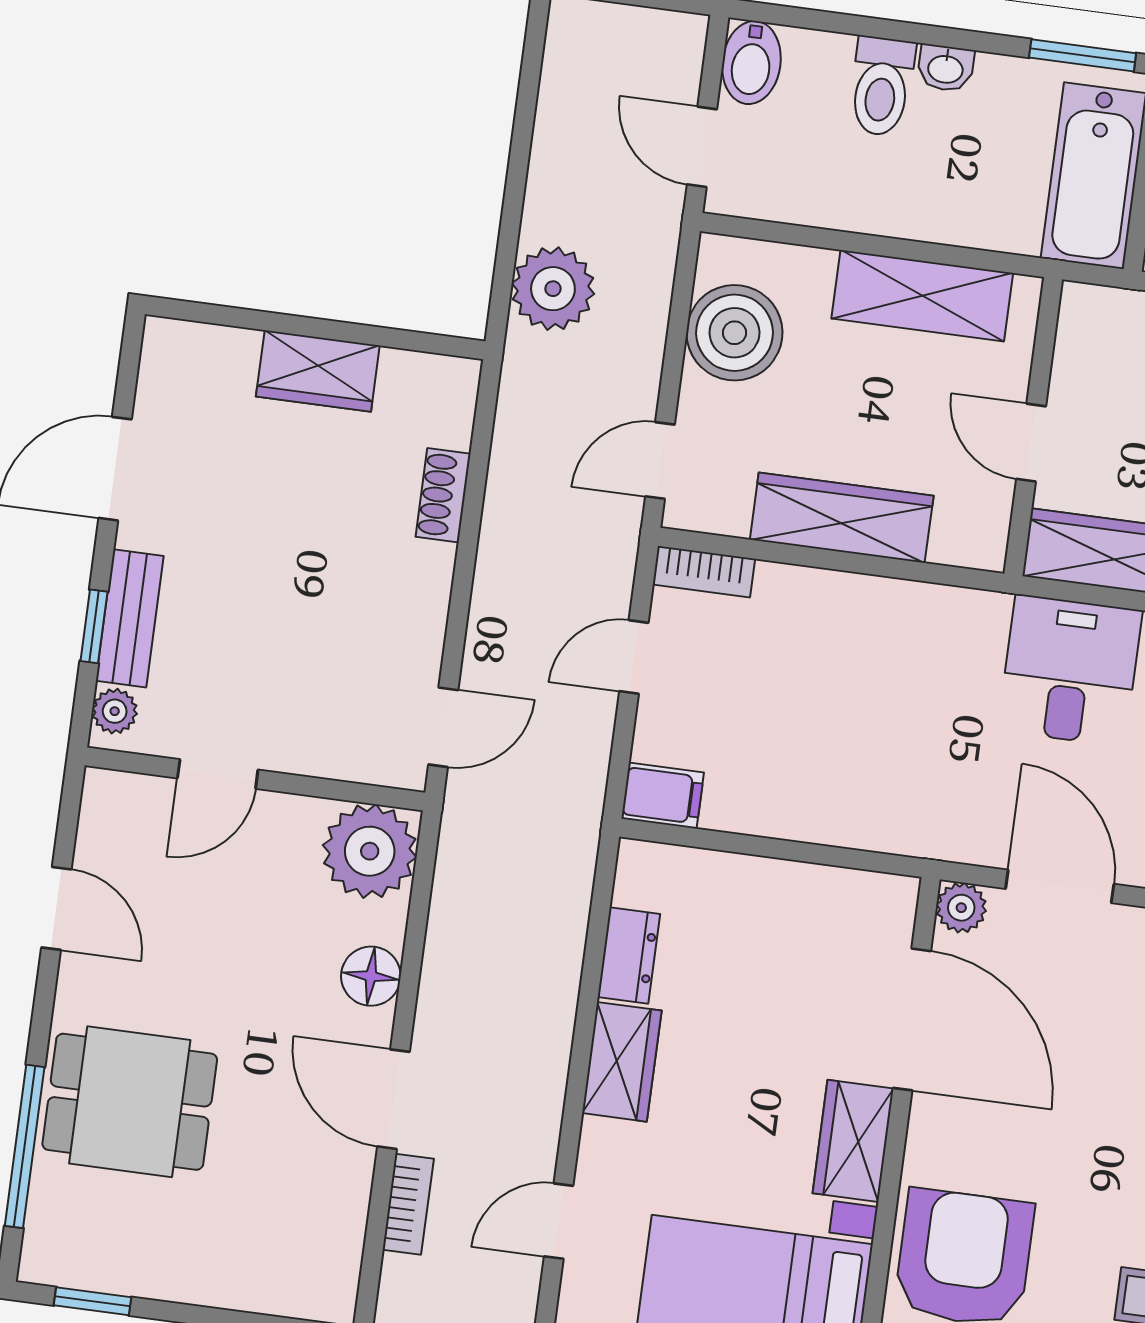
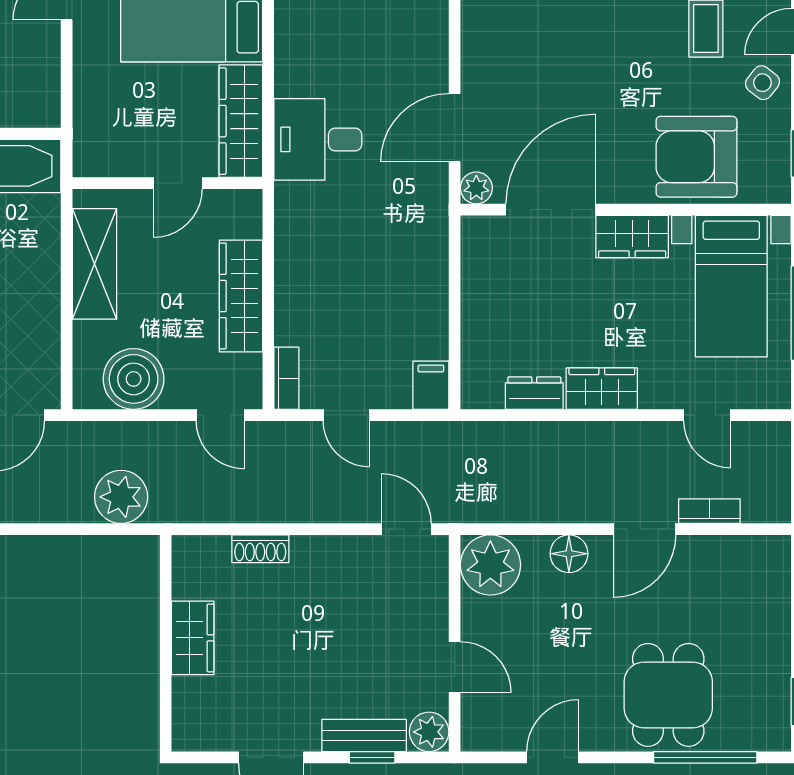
plant: (115, 711) -> (429, 732), width x1.38, depth x1.38

